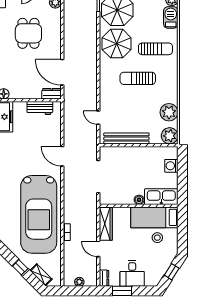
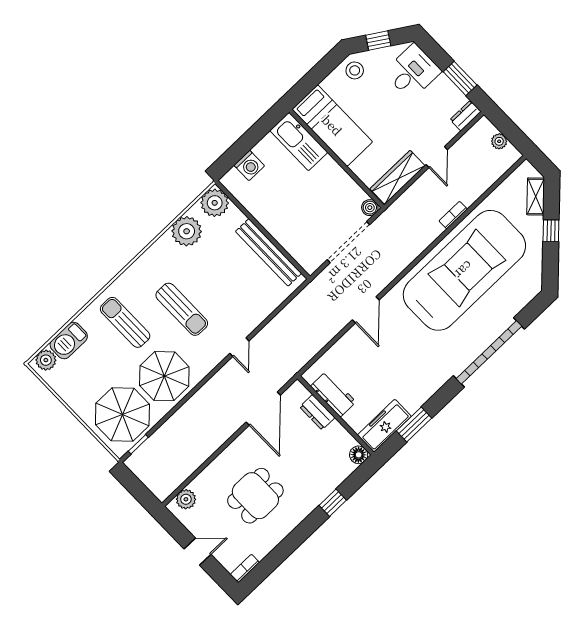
dresser: (52, 94) -> (317, 412), moved
door: (98, 118) -> (239, 347), moved
boiler: (139, 200) -> (370, 208), moved
stool: (157, 238) -> (355, 70), moved
desk: (132, 274) -> (413, 72), moved

